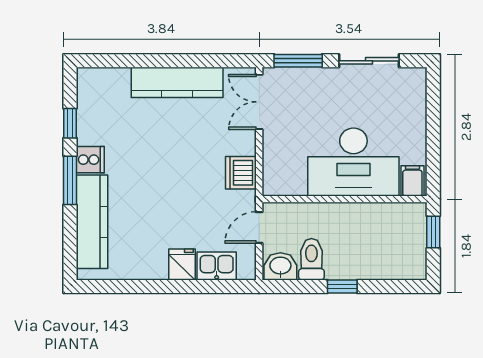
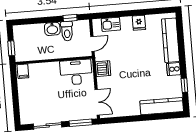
kitchen counter: (177, 82) -> (162, 106), moved
desk: (353, 162) -> (76, 72), moved, width x0.73, depth x0.77
window: (70, 180) -> (182, 59), removed
fridge: (182, 265) -> (139, 23), moved
washbasin: (280, 266) -> (52, 29), moved
window: (342, 287) -> (70, 18), moved

